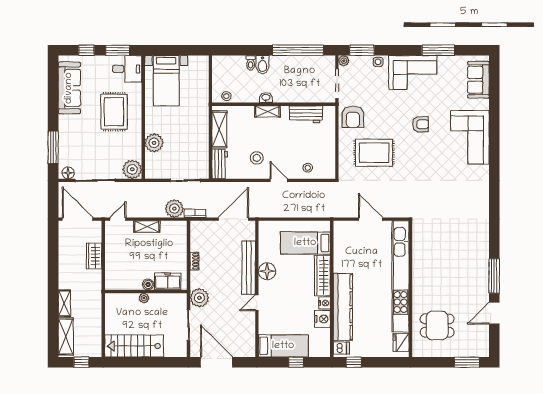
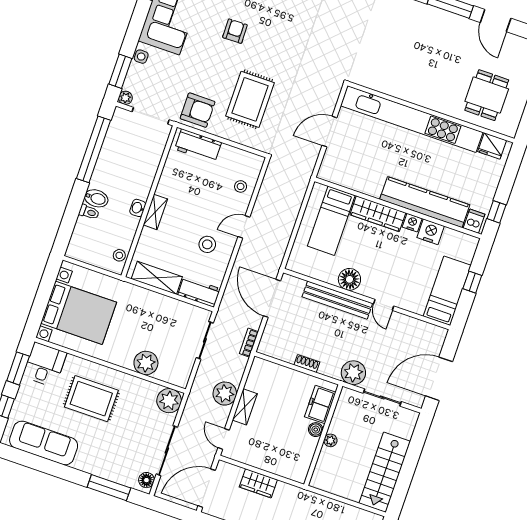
bed with nightstands: (166, 81) -> (79, 313), width x1.36
workbench: (306, 114) -> (198, 146), moved, turned 90
plant: (174, 209) -> (225, 394), moved

